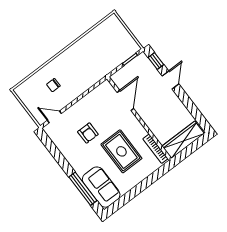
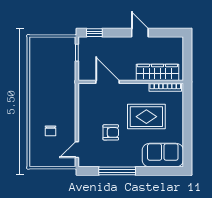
door: (170, 80) -> (140, 33), moved
wardrobe: (183, 140) -> (157, 72), moved, turned 90
window: (83, 189) -> (117, 171), moved

